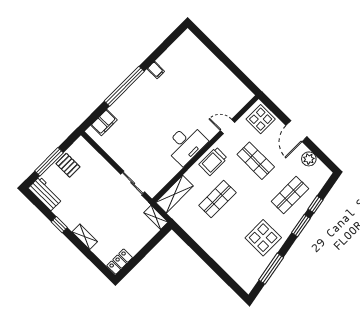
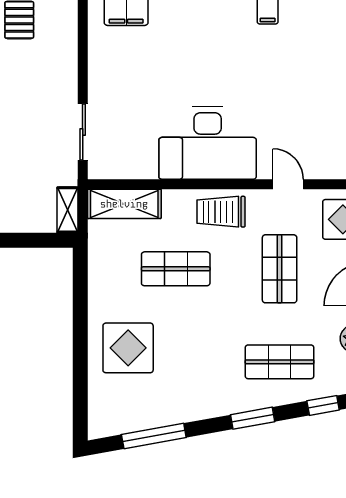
desk: (186, 144) -> (208, 143), width x1.36, depth x1.30
window: (316, 204) -> (323, 405), moved
display table: (263, 238) -> (128, 348), moved

